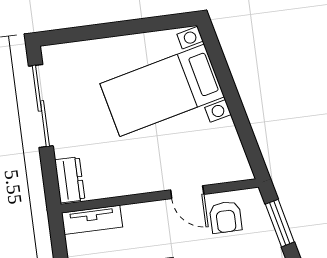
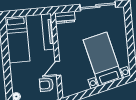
tv unit: (92, 220) -> (48, 32), width x1.41

